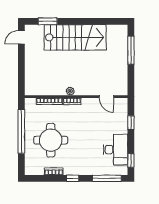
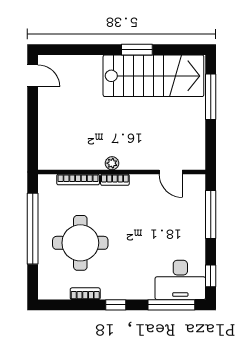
window: (48, 21) -> (137, 50), moved
door: (21, 37) -> (33, 76), swing flipped
stairs: (75, 37) -> (153, 76), moved
window: (131, 123) -> (211, 214), width x2.17
desk: (116, 150) -> (180, 280), moved, turned 90

